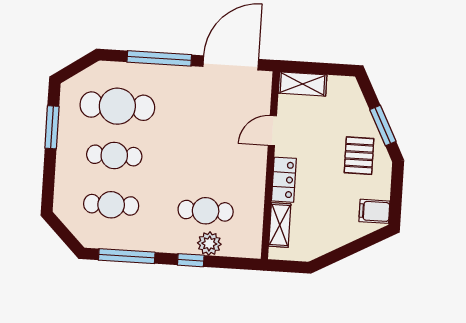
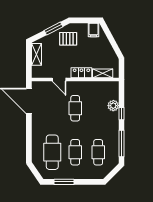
window: (159, 58) -> (29, 134), removed
shelving: (303, 84) -> (37, 54), moved
cafe table: (206, 211) -> (75, 108), moved

